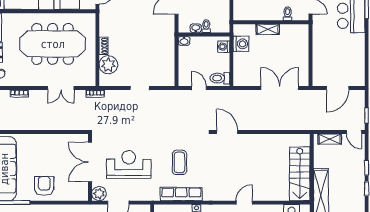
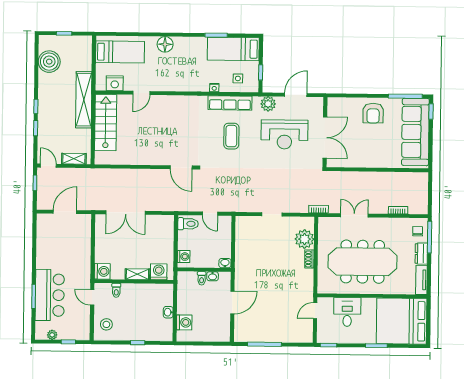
washing machine: (301, 32) -> (102, 271), added
washing machine: (241, 44) -> (159, 272), moved, turned 90
plant: (99, 194) -> (268, 104), moved
door: (244, 203) -> (141, 93), moved

